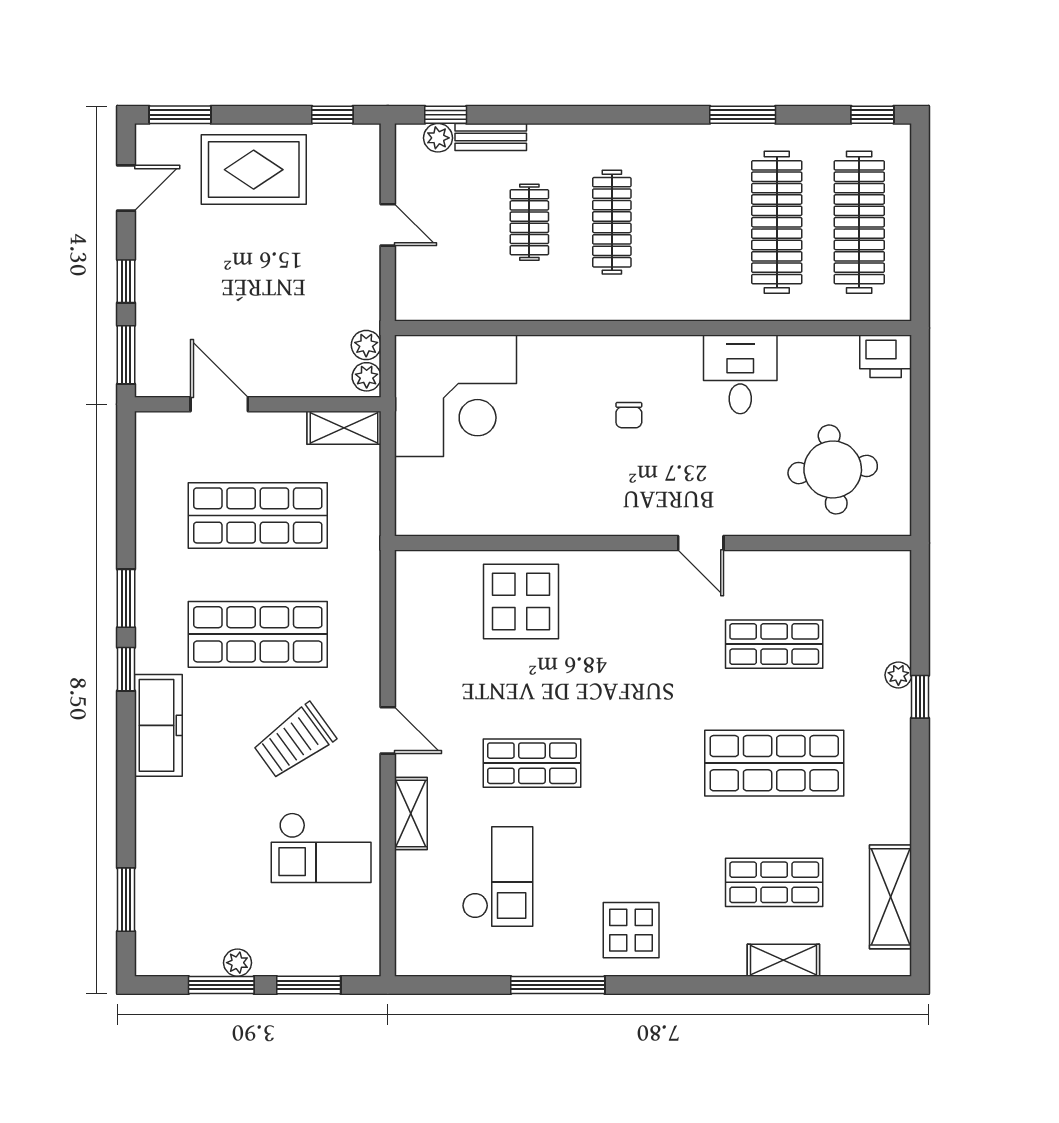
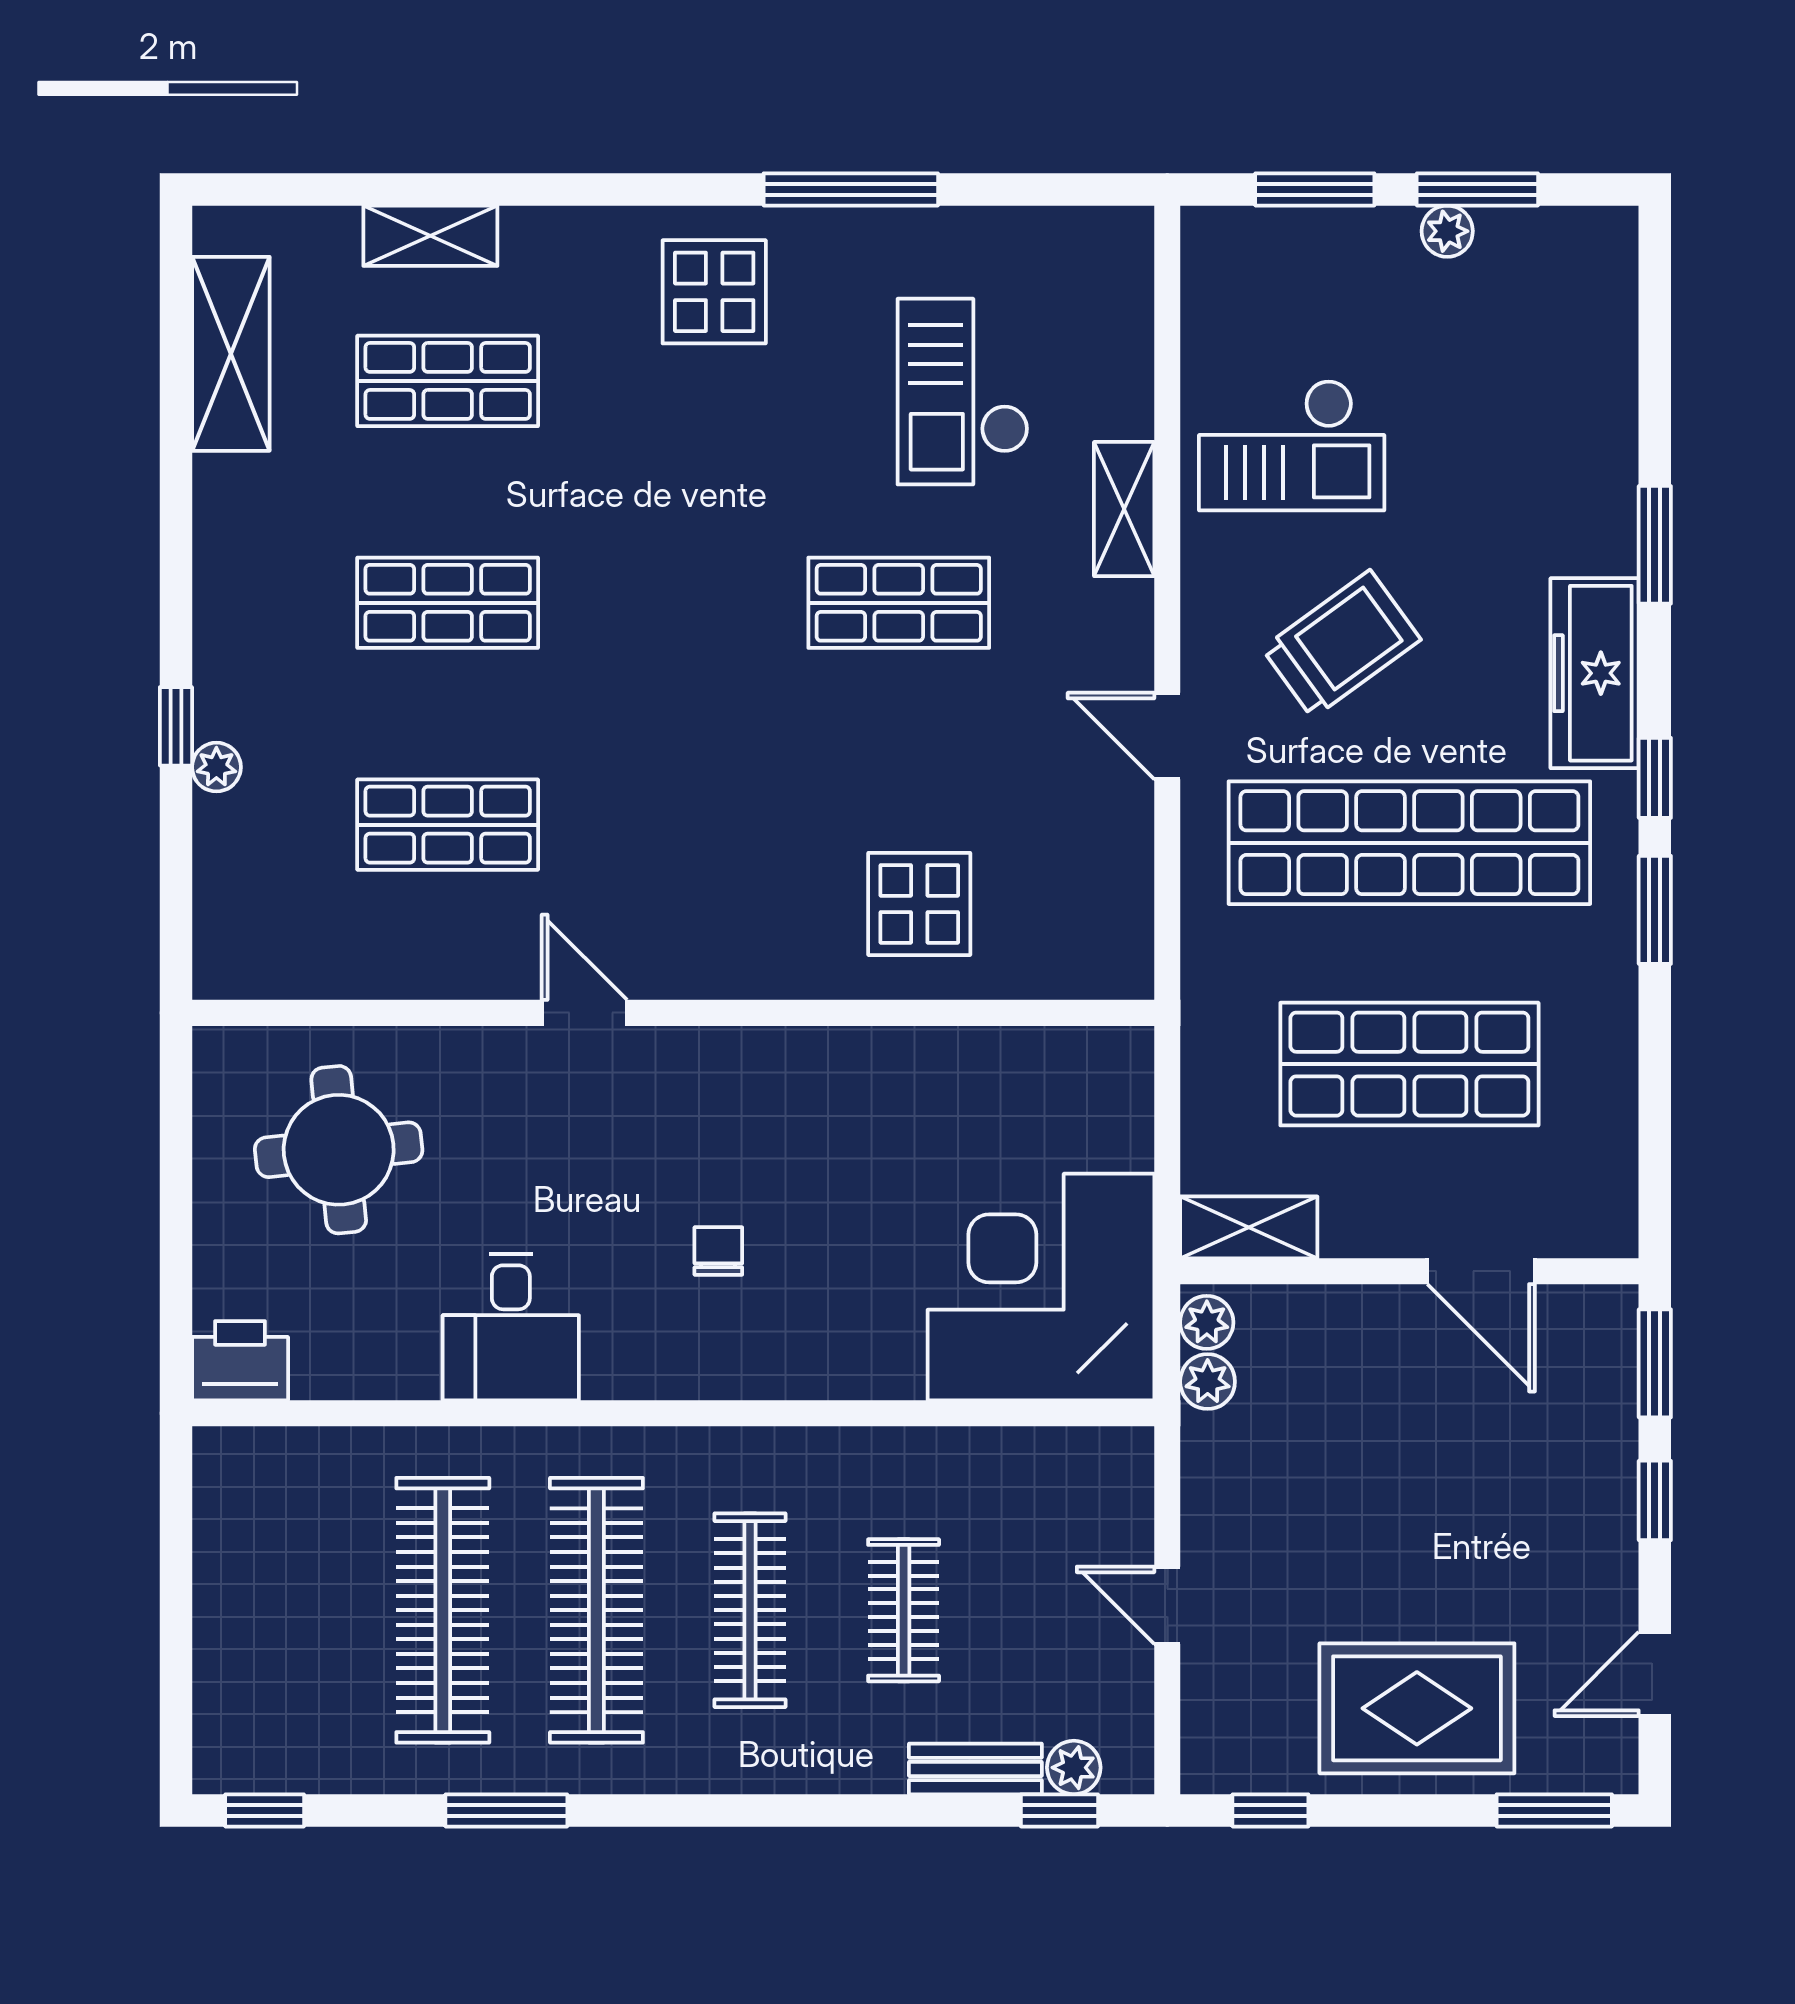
clothes rail: (859, 222) -> (596, 1610), moved
display table: (521, 601) -> (919, 904), width x0.73, depth x0.73
shop shelf: (258, 634) -> (1409, 843), width x1.40
door: (388, 730) -> (1167, 736), moved
shop shelf: (774, 763) -> (448, 603), width x0.70, depth x0.74
checkout: (321, 848) -> (1292, 445), turned 180
window: (126, 900) -> (1655, 545), moved

